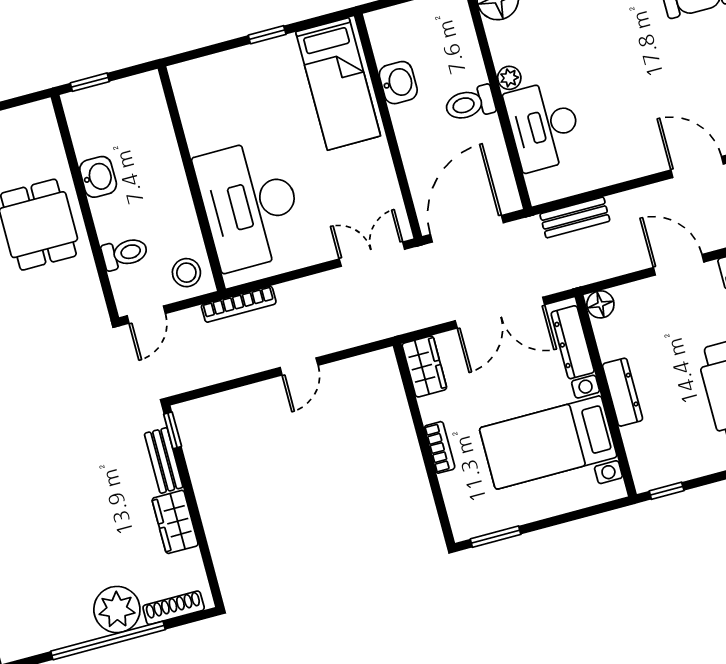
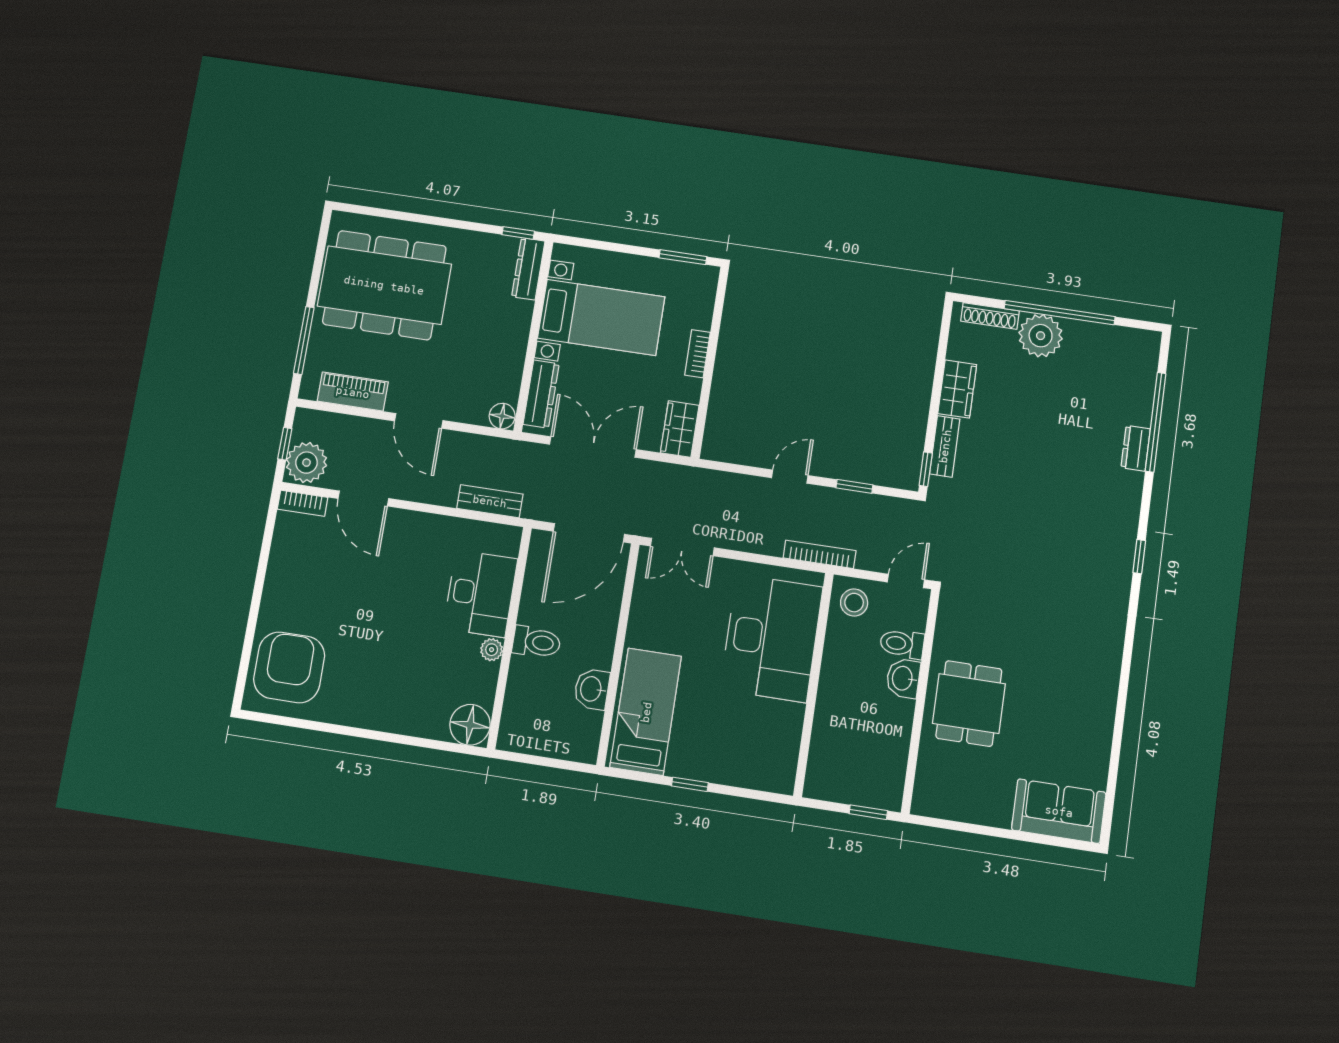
washbasin: (98, 177) -> (903, 678), moved
window: (233, 384) -> (854, 486), added
dresser: (623, 392) -> (528, 269), moved

